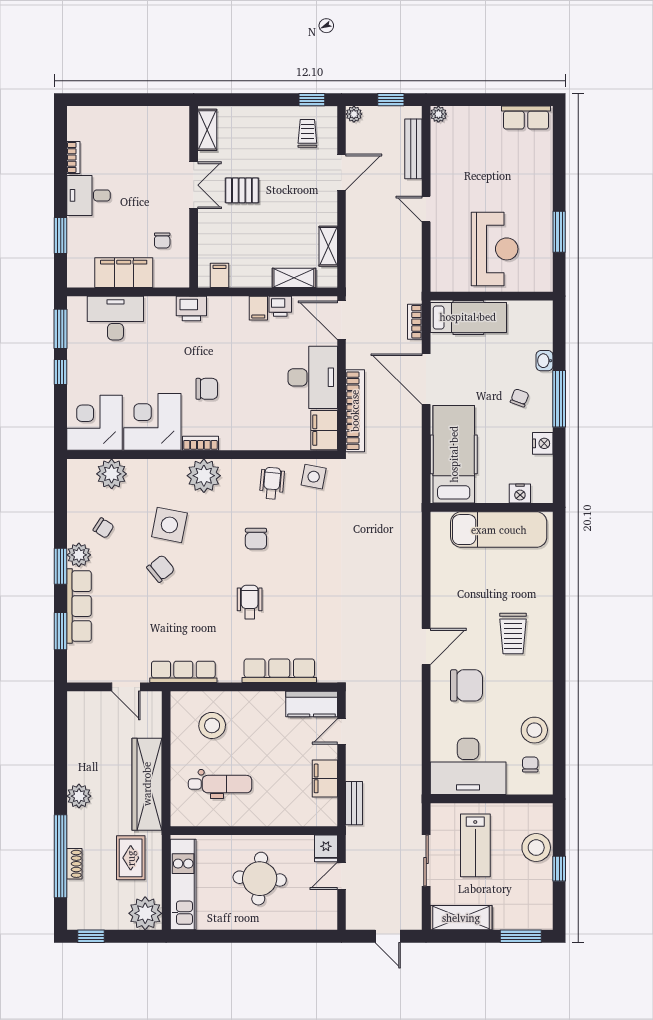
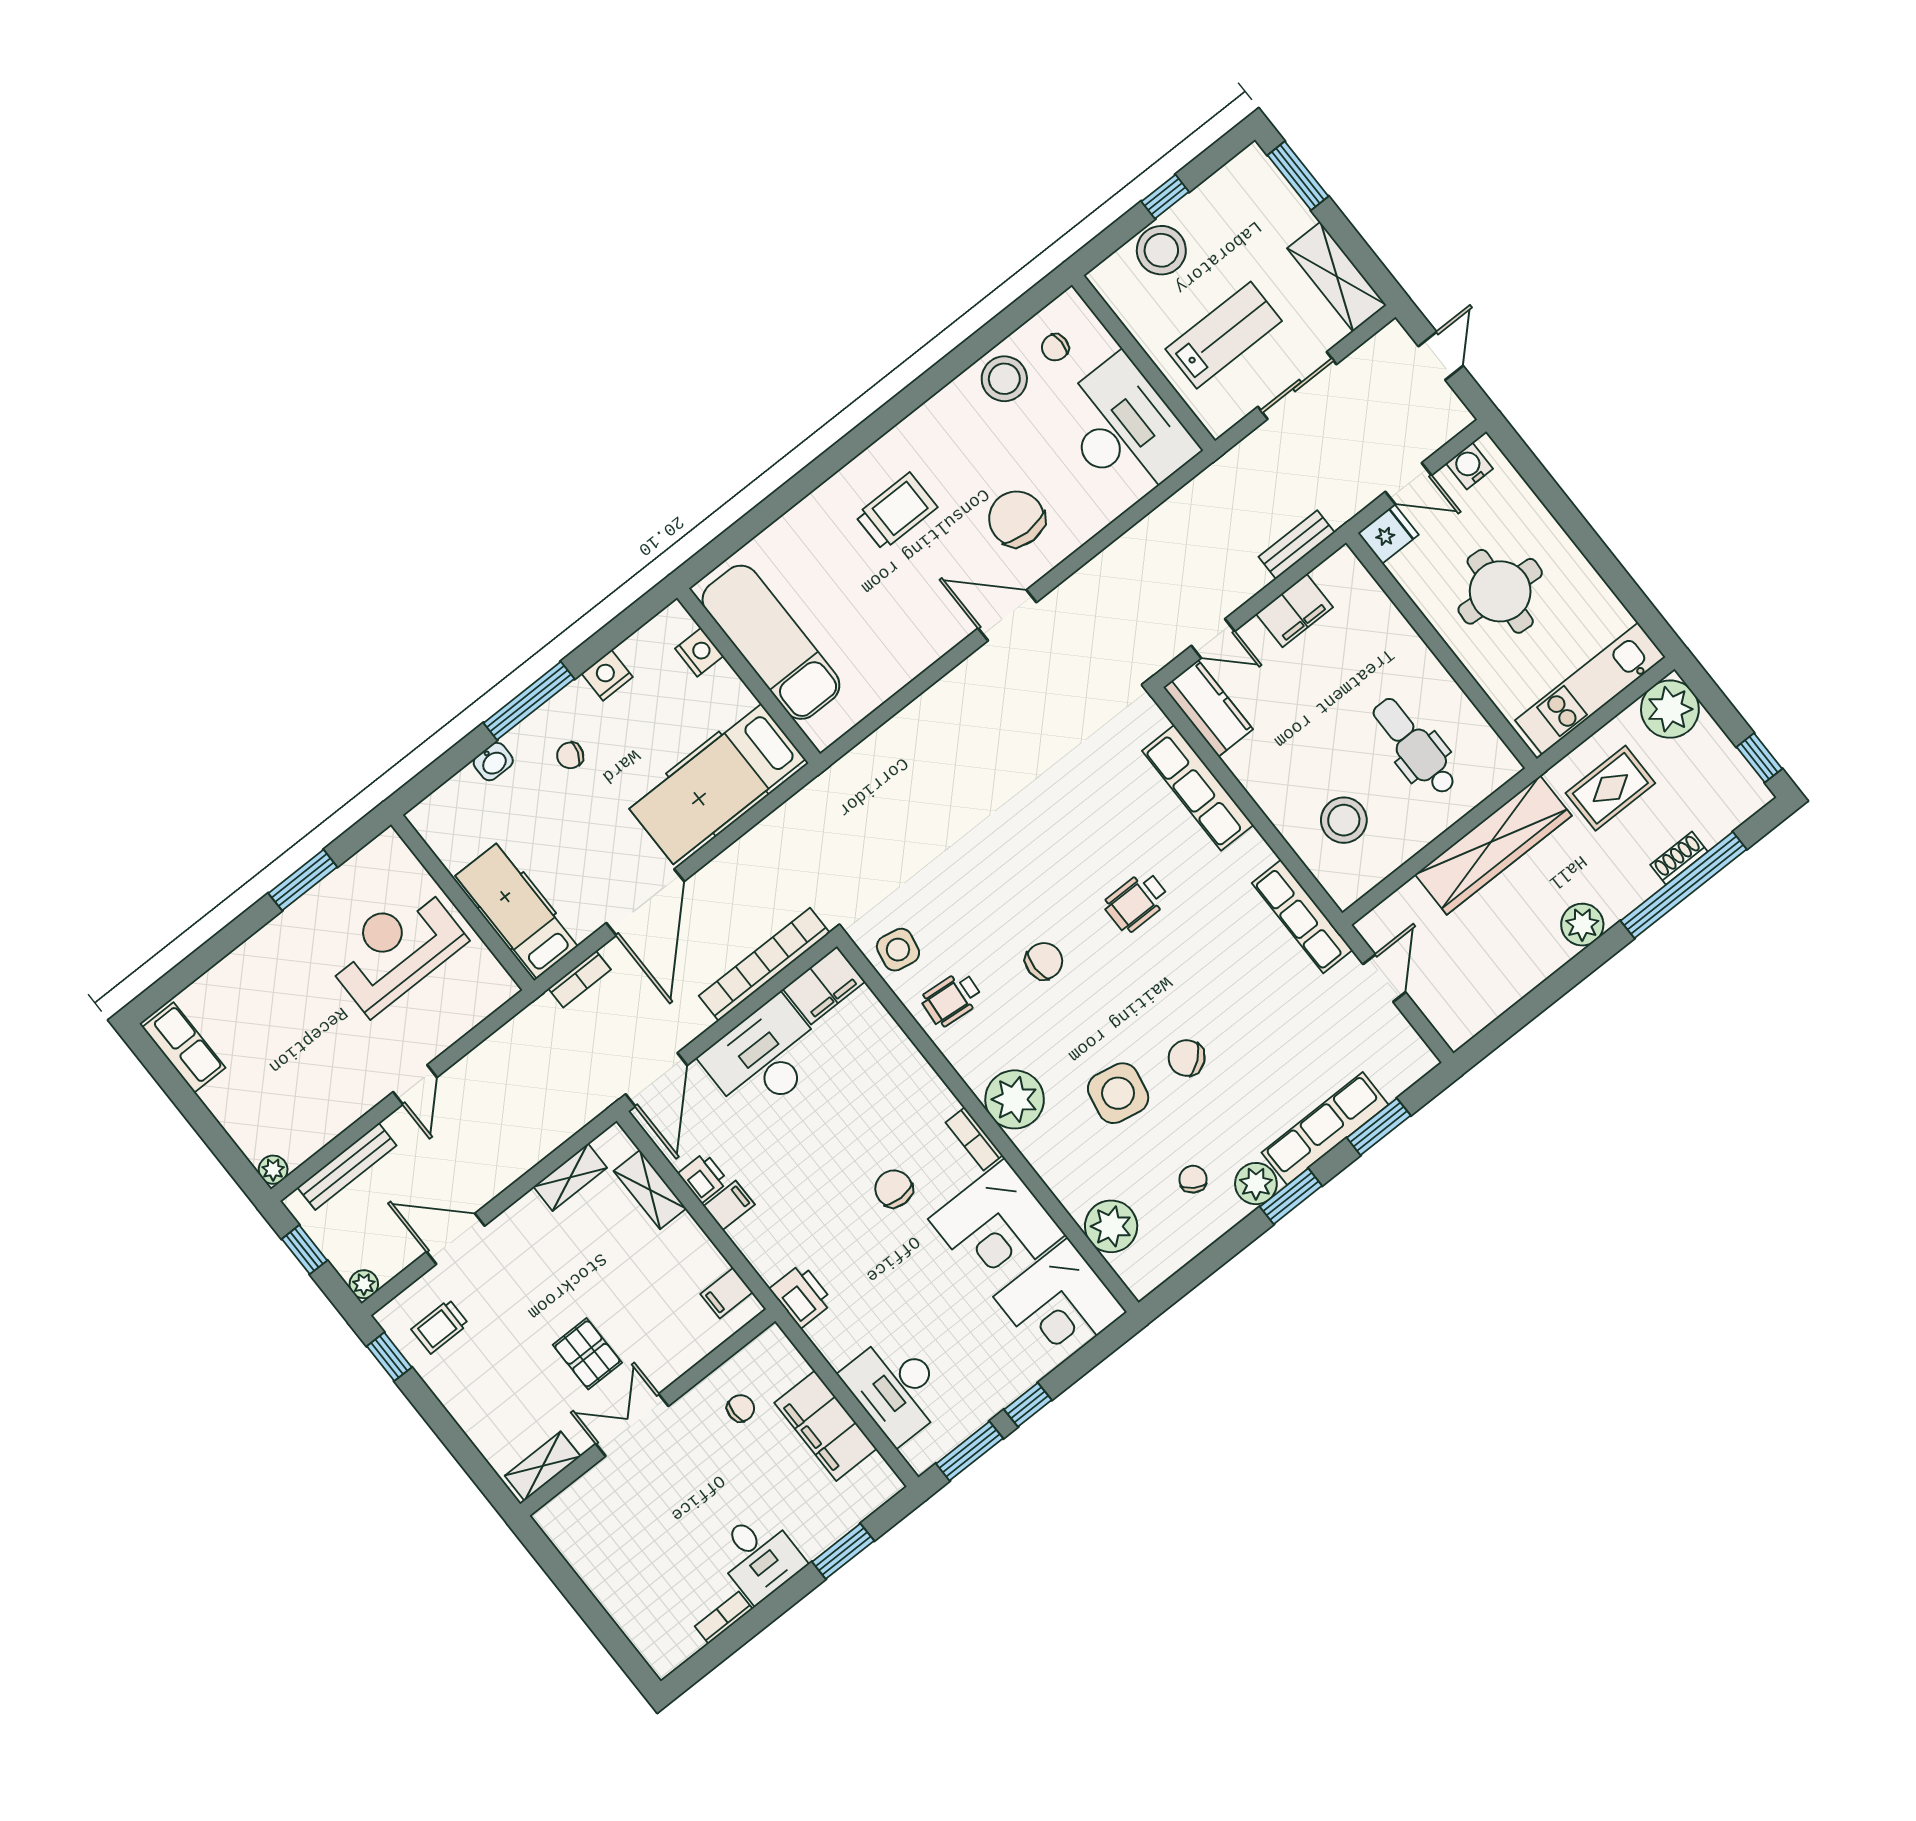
water cooler: (328, 910) -> (1469, 466), added

